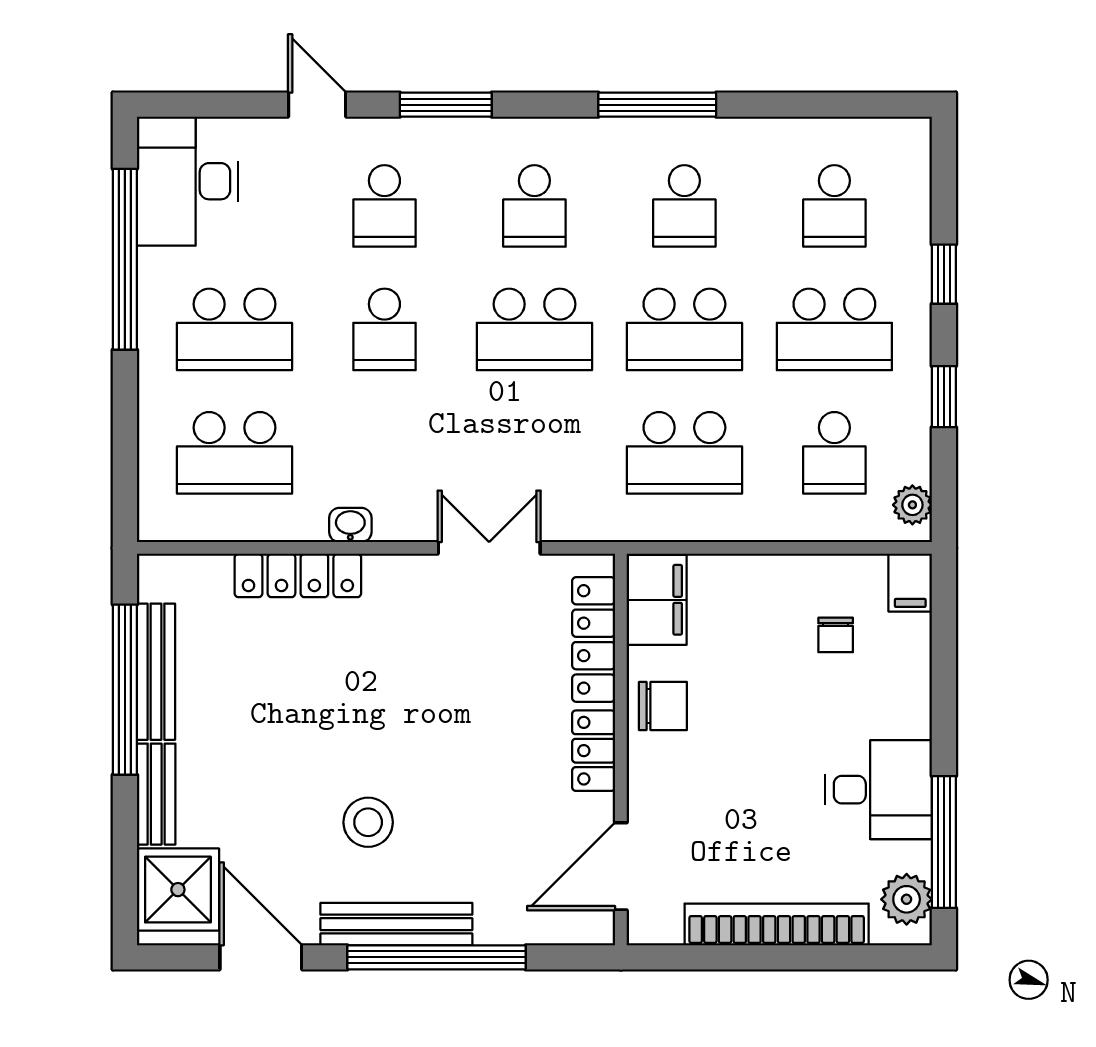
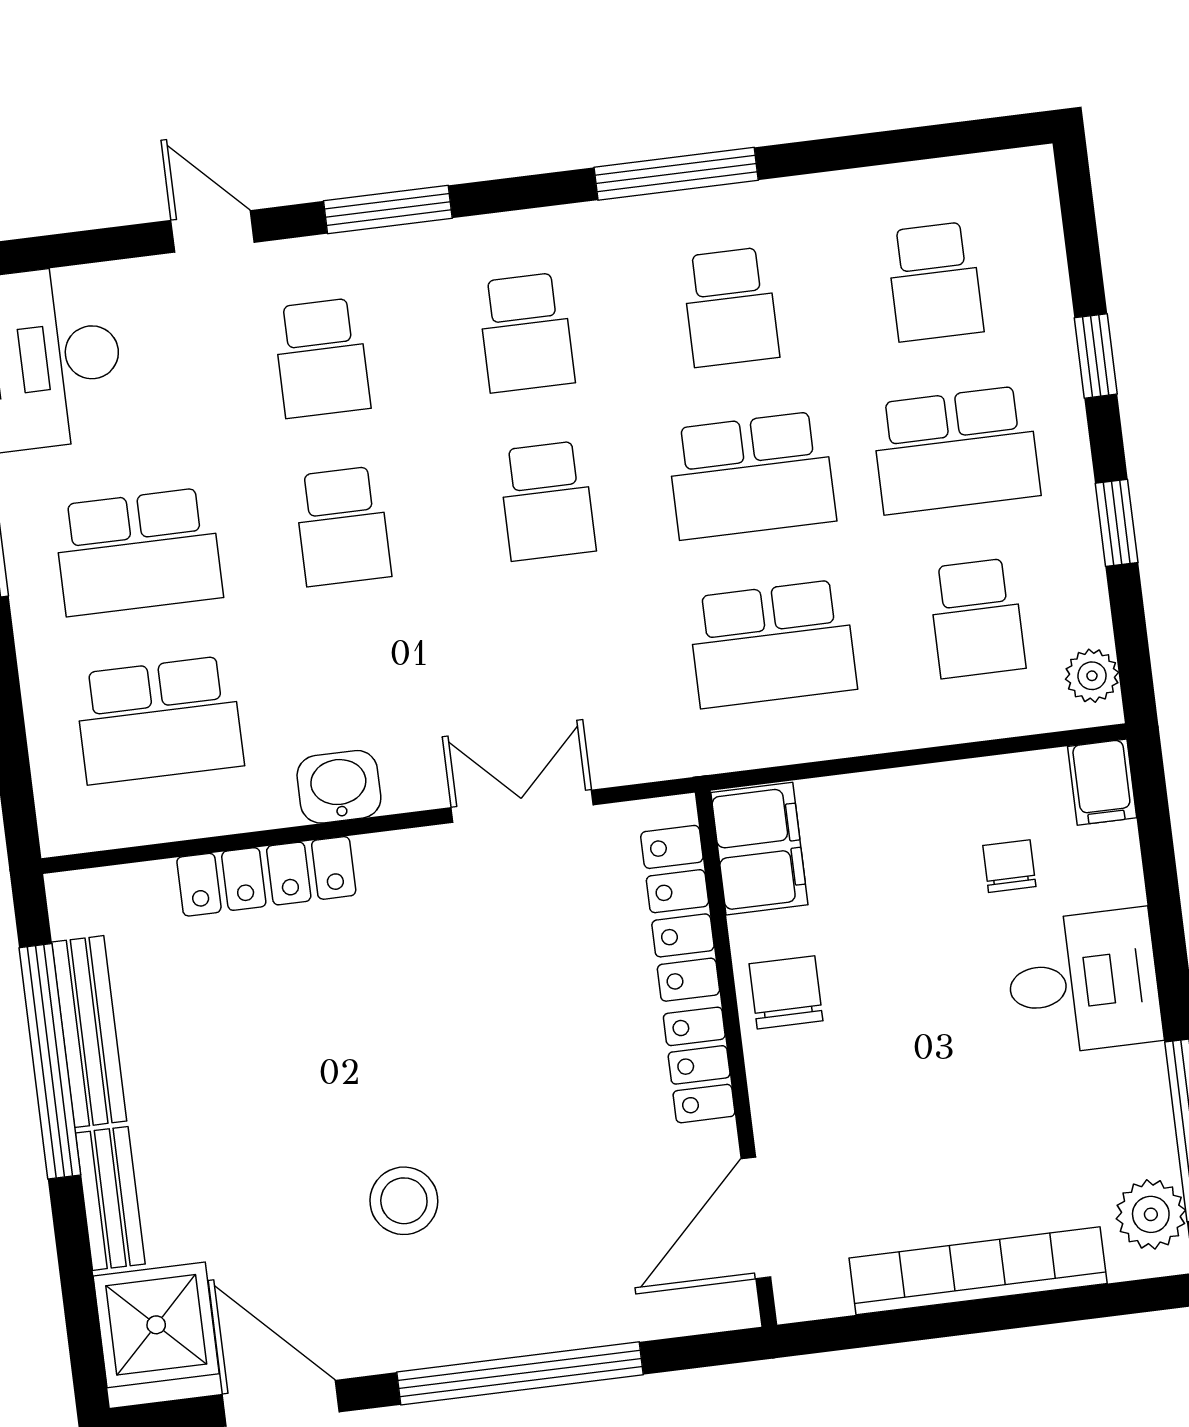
school desk: (534, 329) -> (547, 501), width x0.54
washbasin: (350, 525) -> (339, 787), width x1.38, depth x1.45
chair: (836, 635) -> (1009, 866), turned 180
chair: (663, 706) -> (786, 992), turned -90
desk: (879, 790) -> (1083, 982), moved
bench: (396, 924) -> (460, 1335), removed

